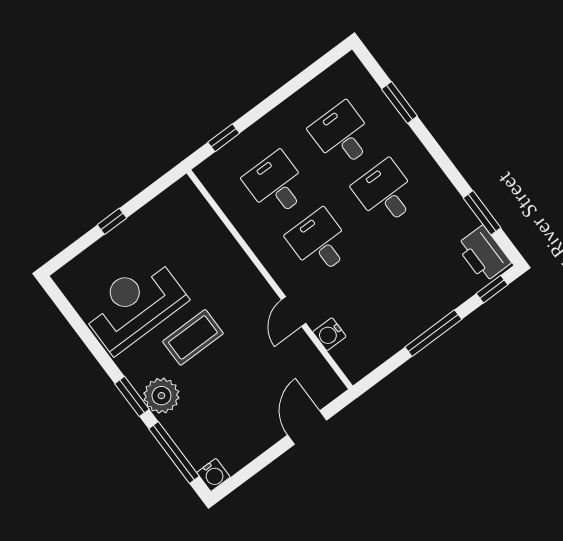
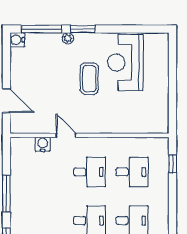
window: (112, 221) -> (173, 81), removed
reception desk: (134, 305) -> (125, 62), turned 180
plant: (161, 396) -> (68, 38), width x0.53, depth x0.53

